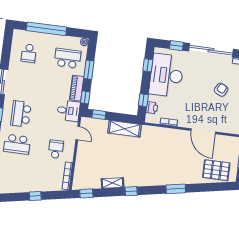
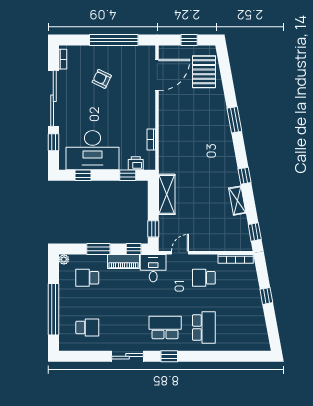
school desk: (68, 58) -> (87, 278), width x0.54
school desk: (21, 114) -> (165, 327), turned 180
door: (203, 131) -> (157, 75), moved

